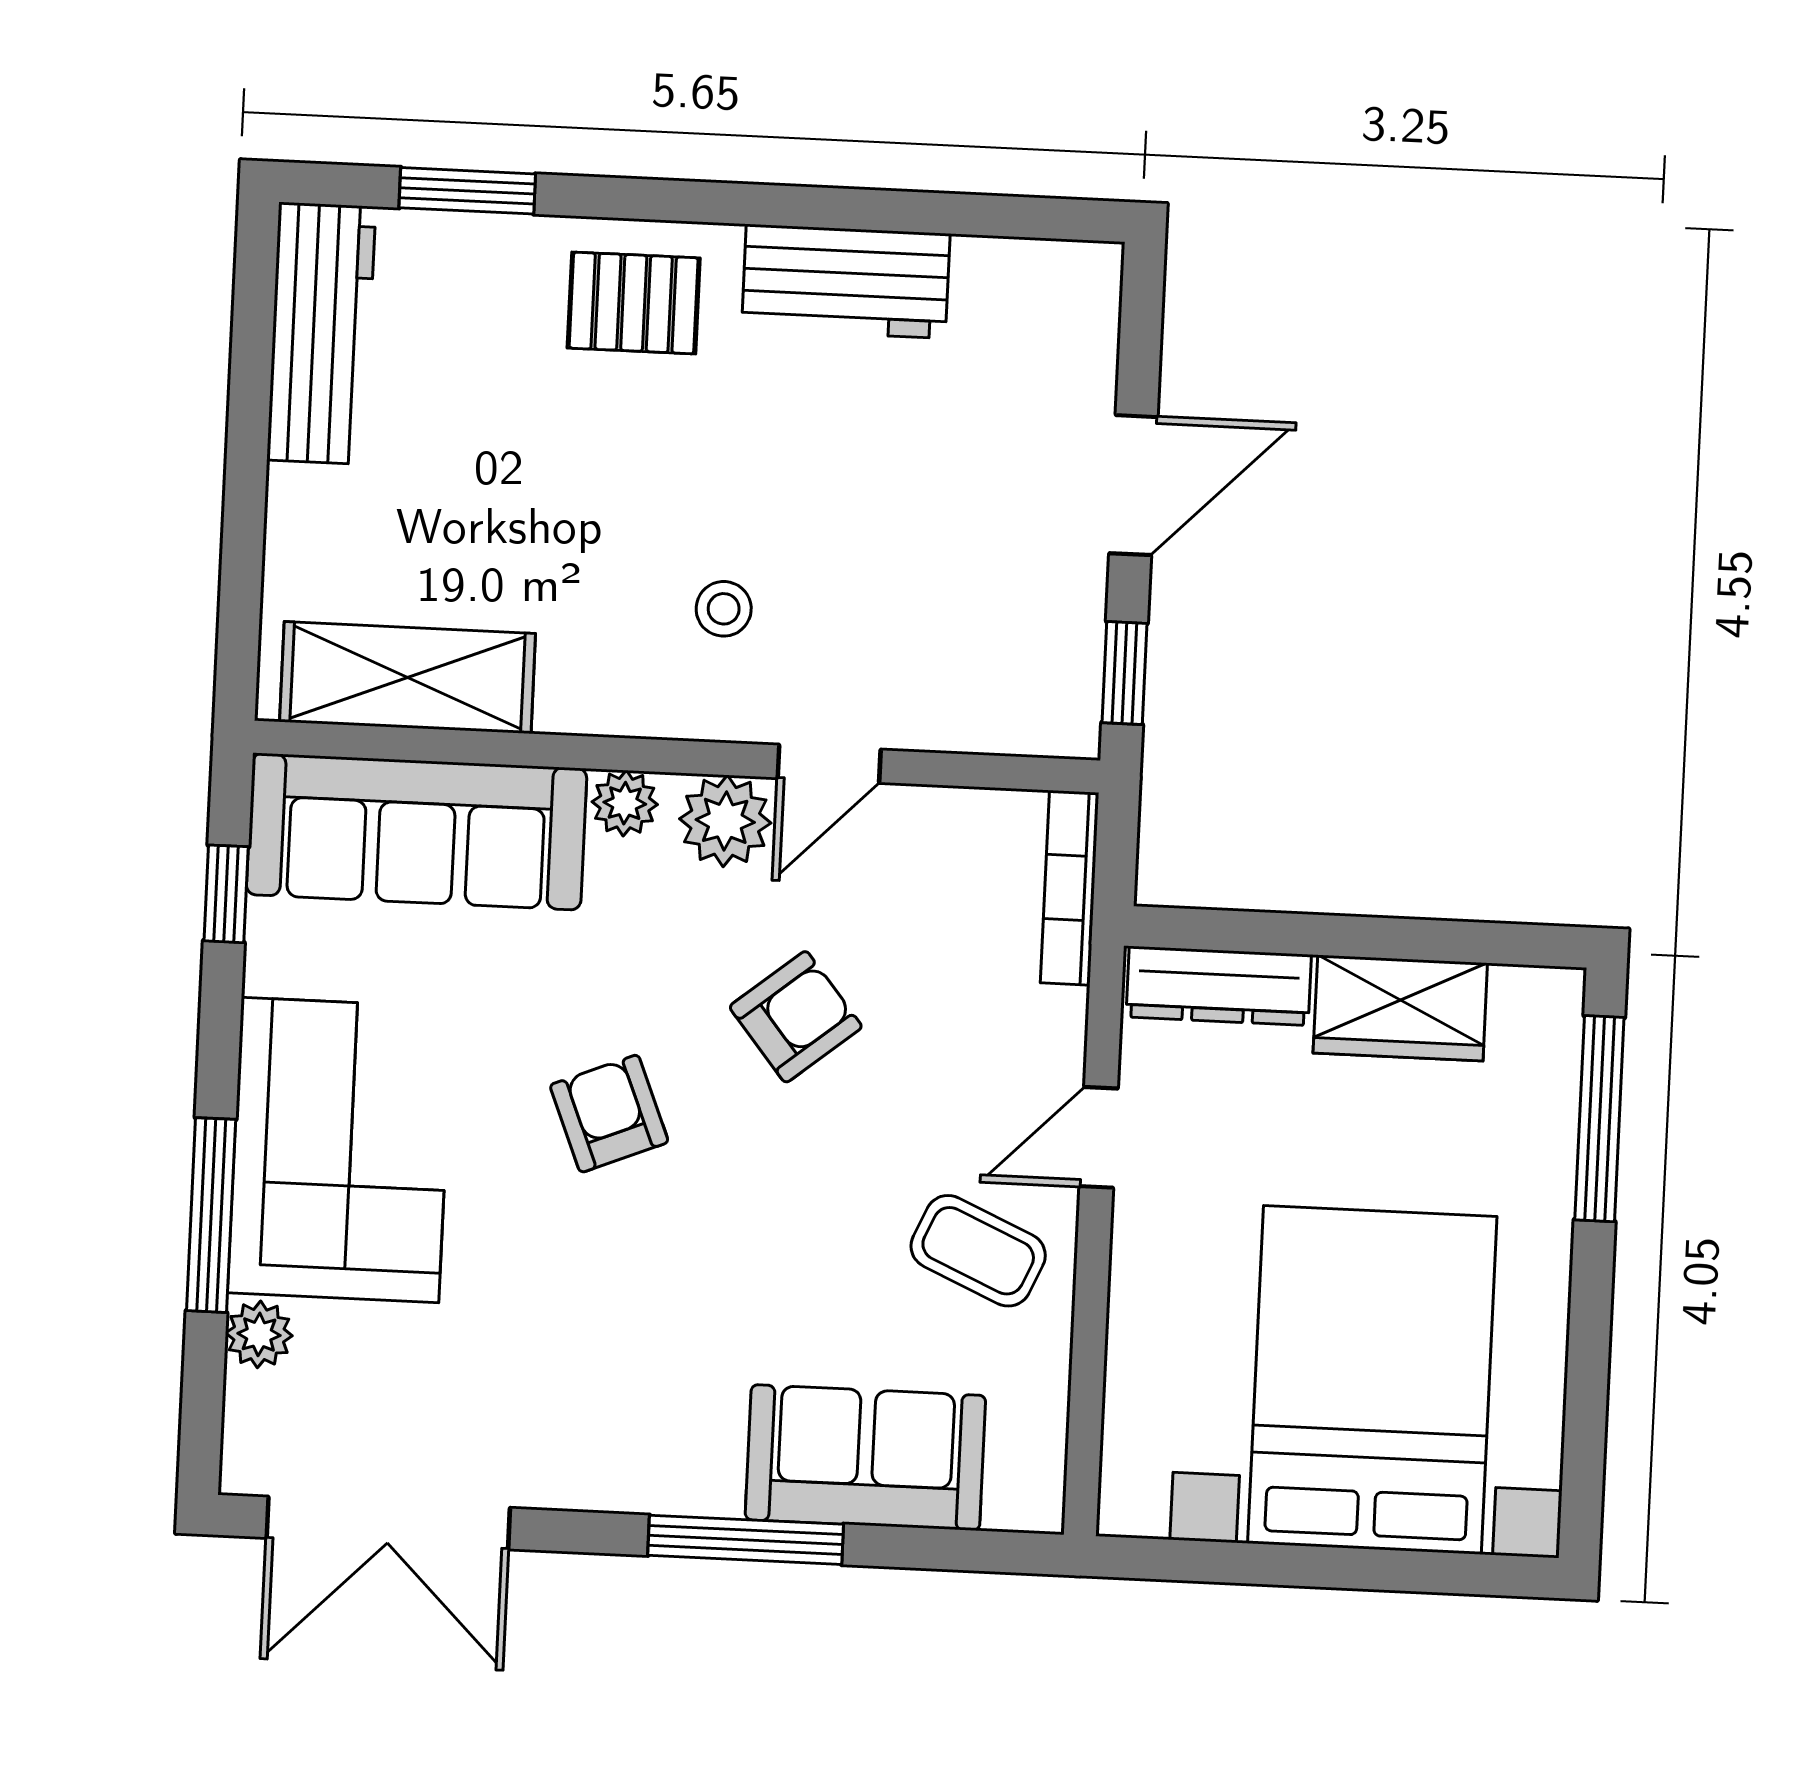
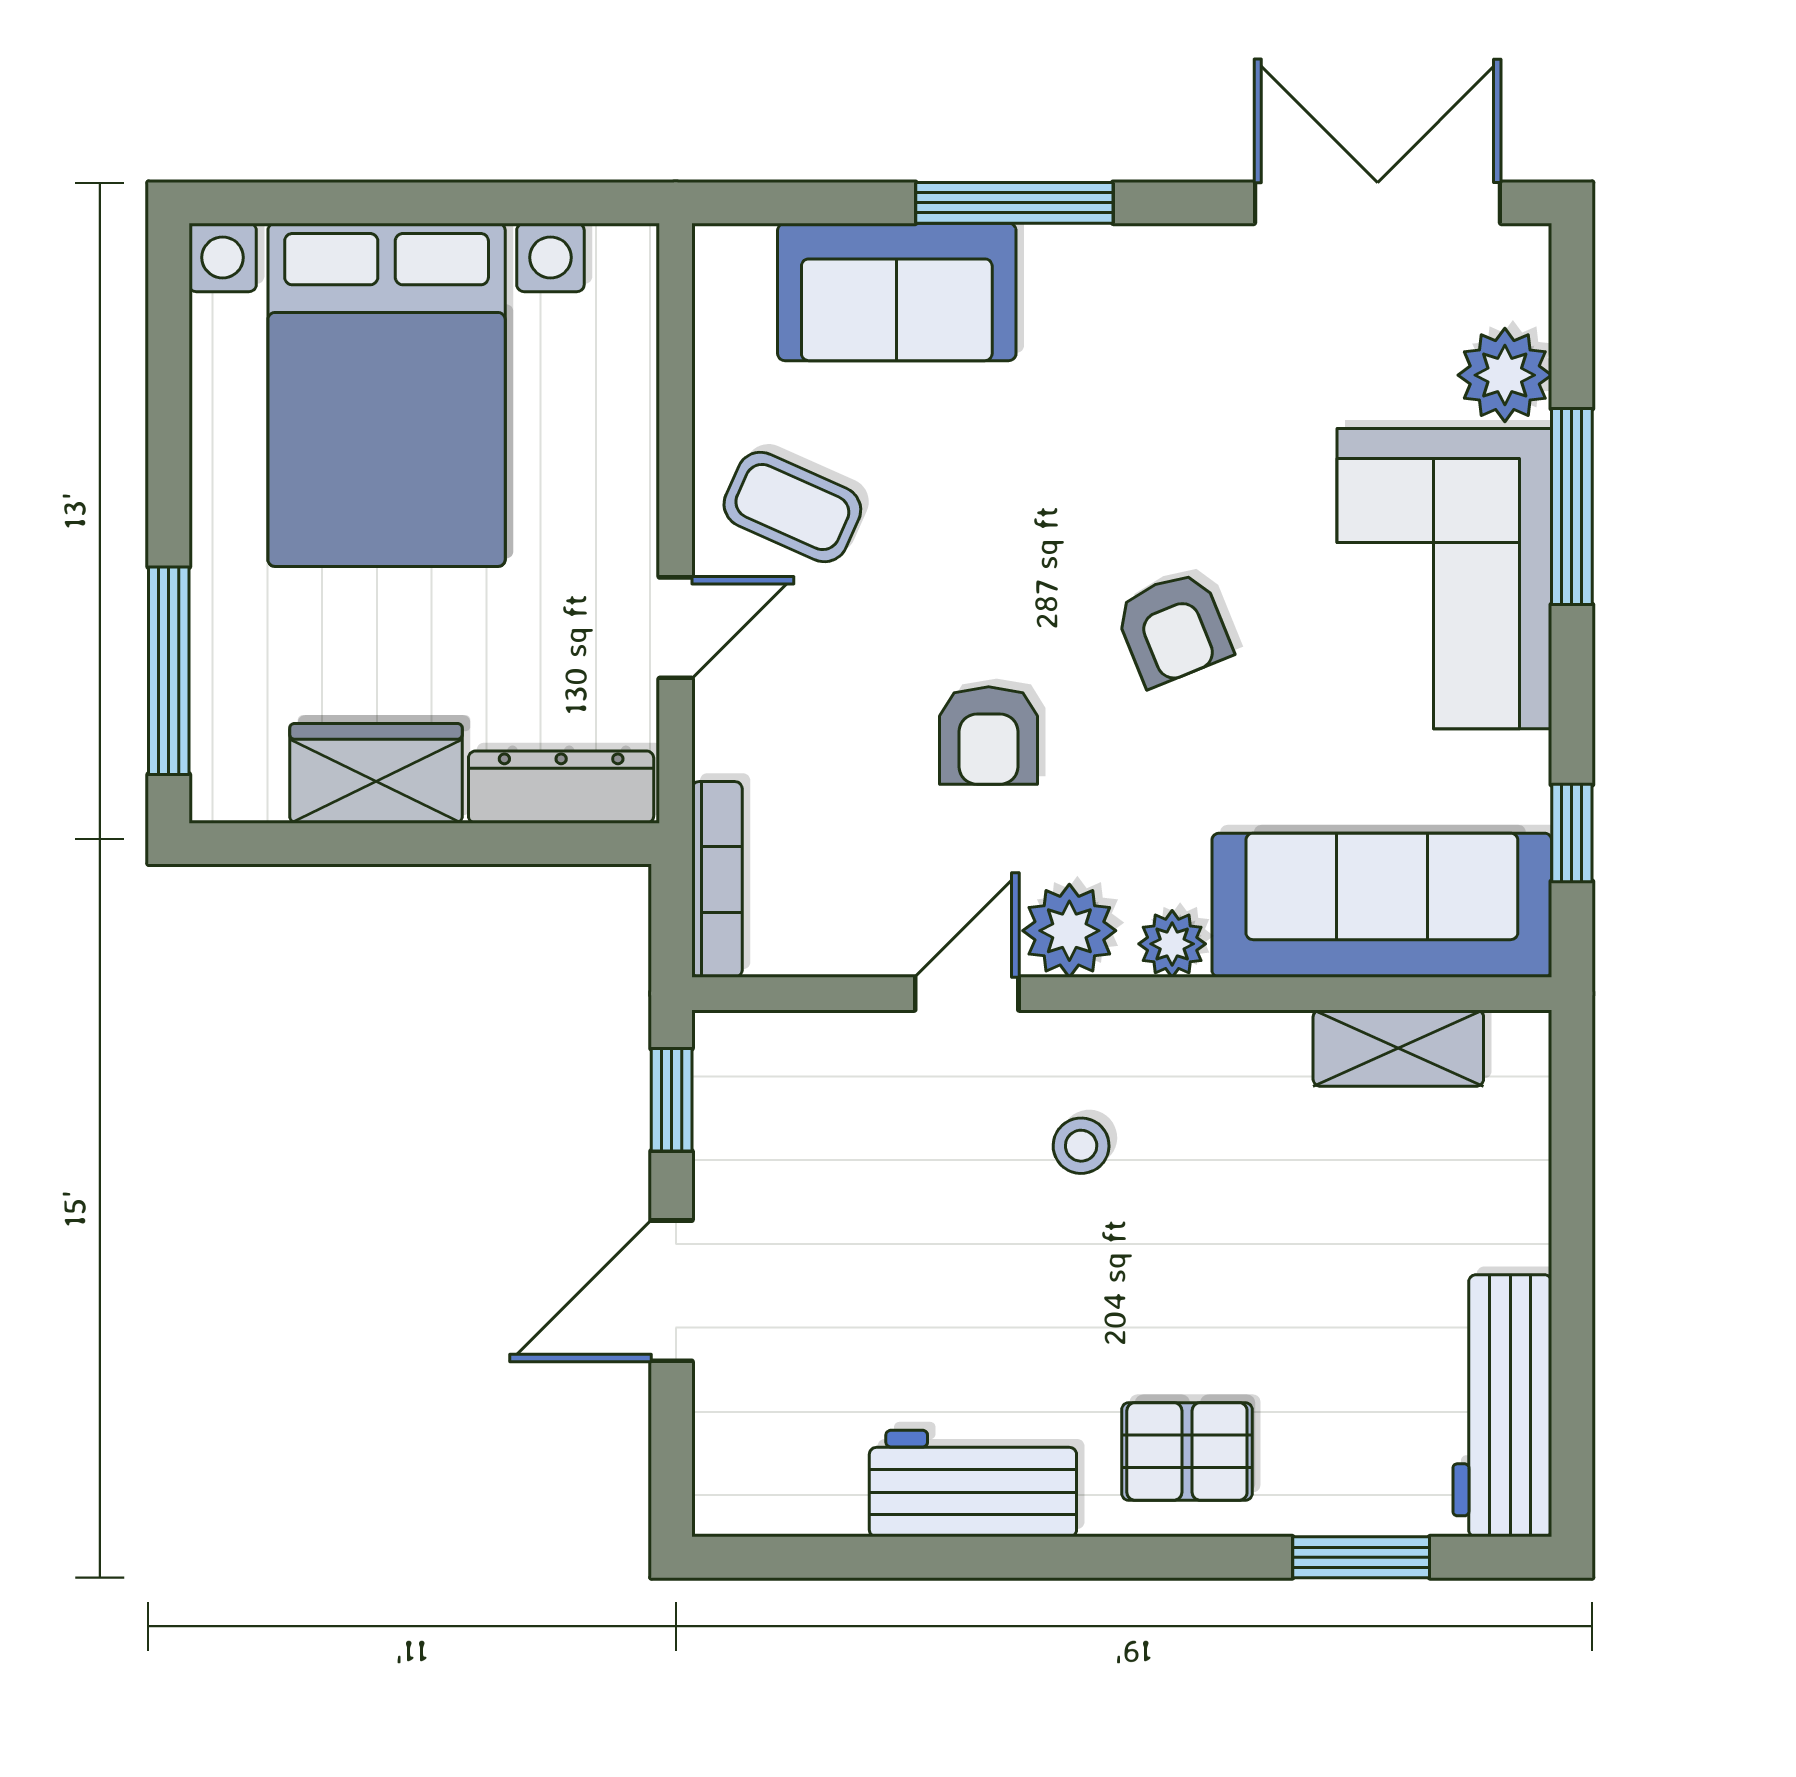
shelving: (408, 678) -> (1398, 1048), width x0.67, depth x0.75
armchair: (796, 1017) -> (989, 735), turned -51
plant: (259, 1334) -> (1505, 375), width x1.38, depth x1.38

